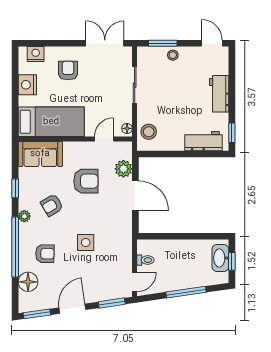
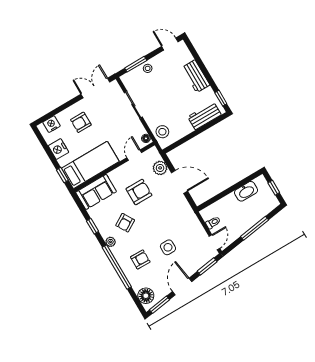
armchair: (68, 70) -> (81, 122), turned -90
window: (15, 115) -> (62, 175), added
side table: (86, 242) -> (168, 247), moved
washbasin: (220, 258) -> (246, 191), moved, turned -90
floor lamp: (28, 282) -> (146, 296), moved

